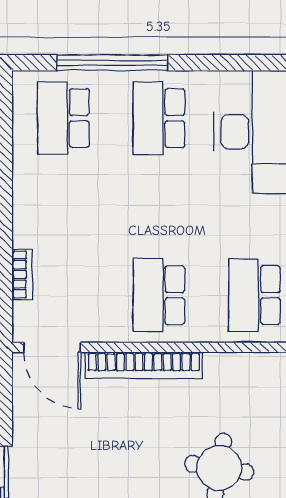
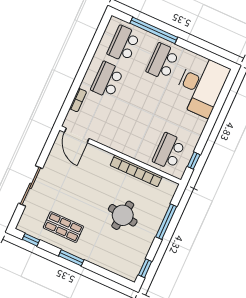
school desk: (159, 295) -> (107, 80), moved
bookcase: (144, 365) -> (136, 171), moved

